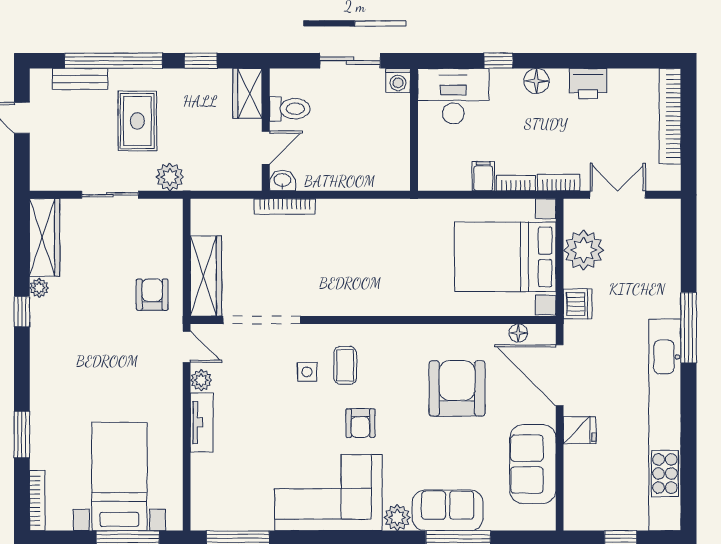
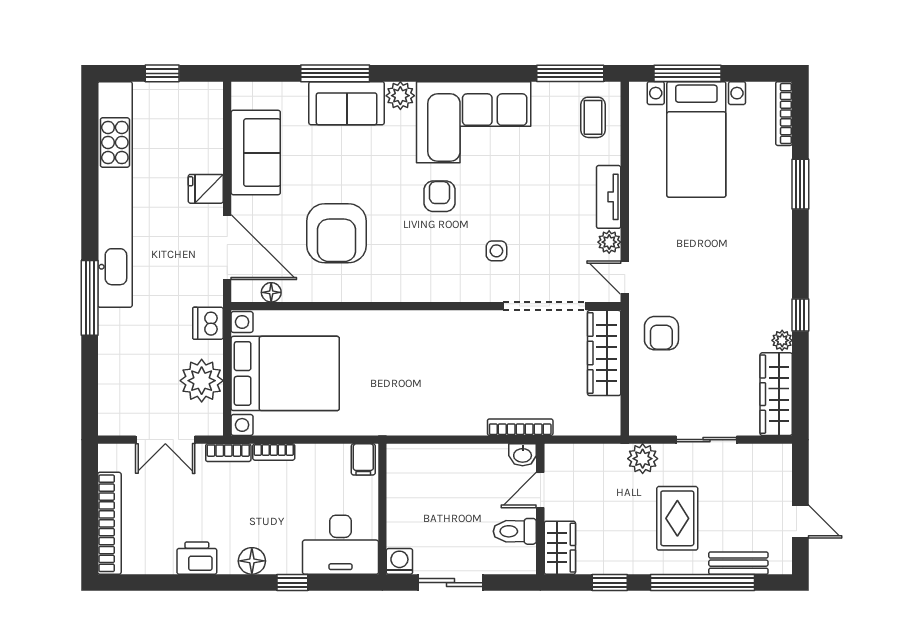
filing cabinet: (483, 176) -> (363, 459), moved
coffee table: (345, 365) -> (593, 117), moved

